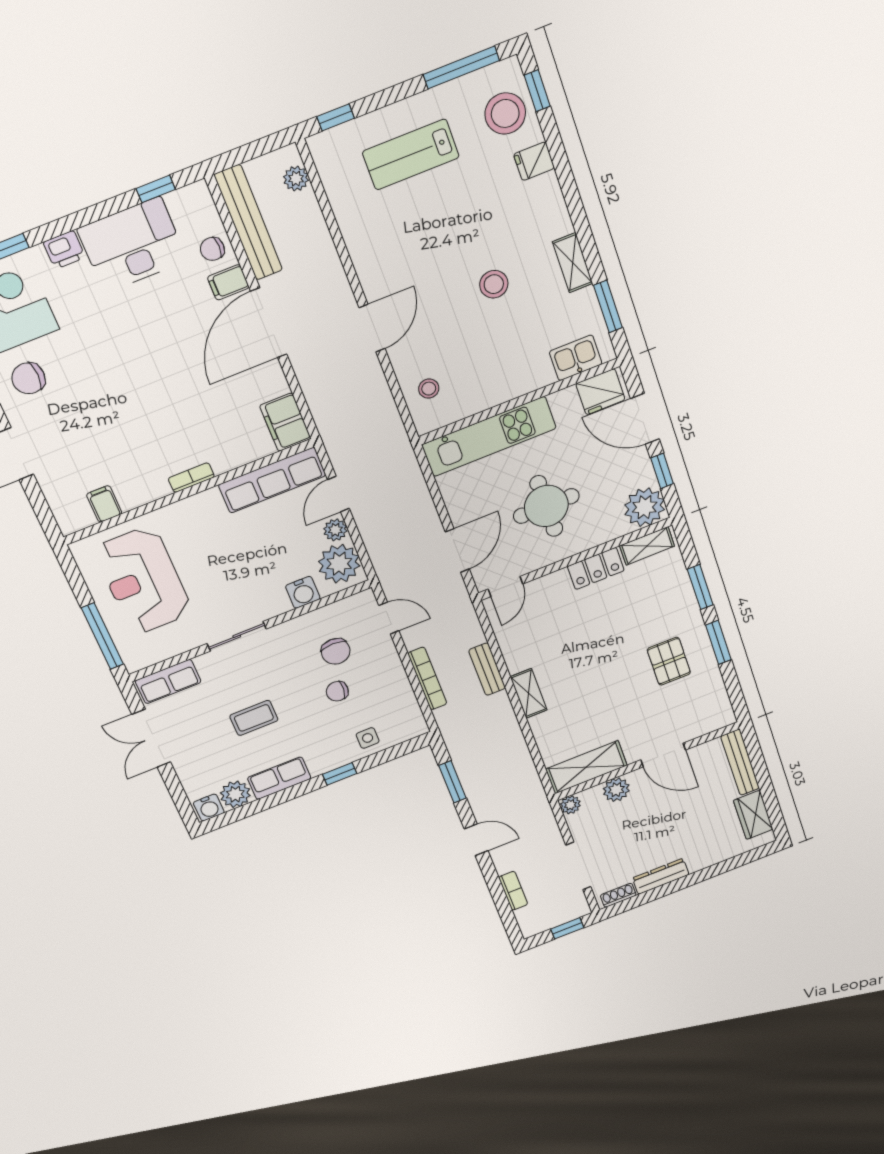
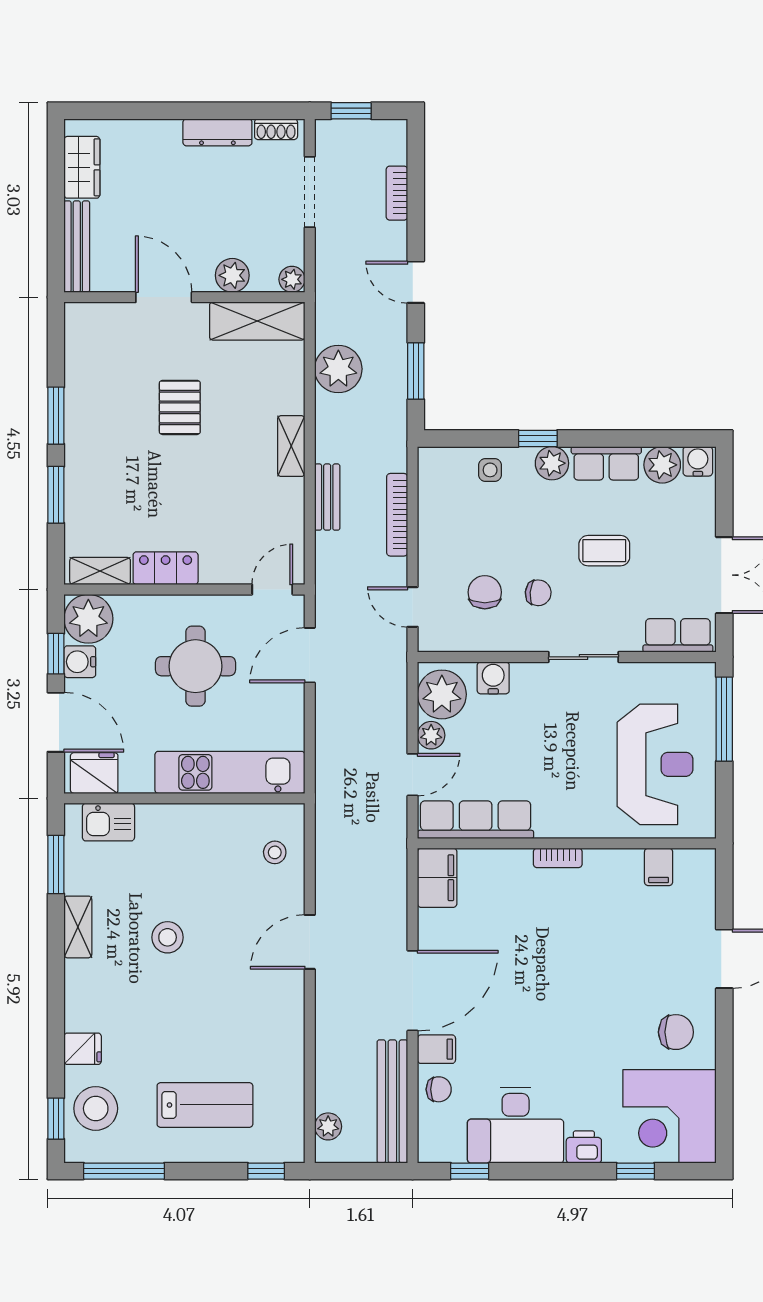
water cooler: (641, 472) -> (80, 662), added
pallet: (669, 661) -> (180, 407), moved
chair: (337, 691) -> (538, 593), moved
plant: (512, 760) -> (338, 369), added
plant: (321, 762) -> (552, 463), added

